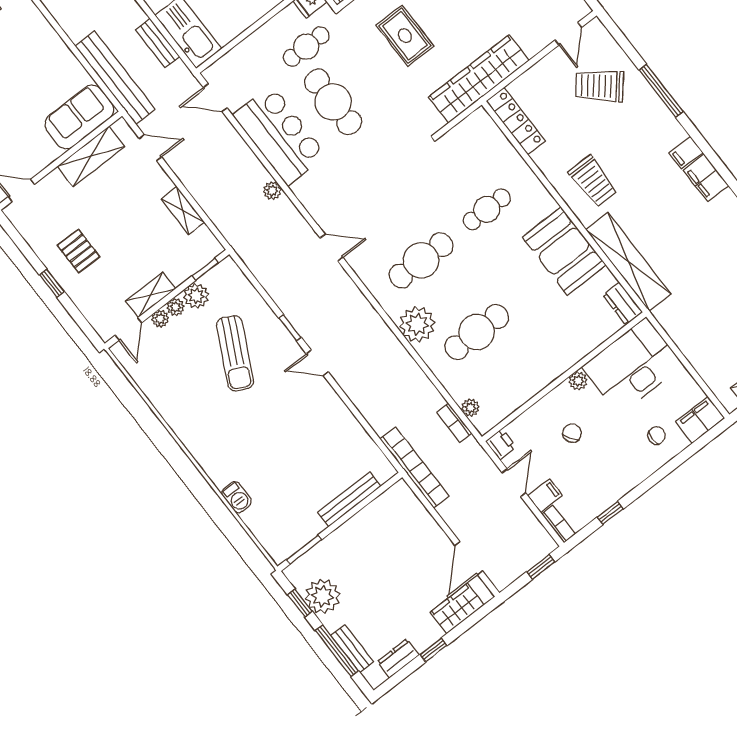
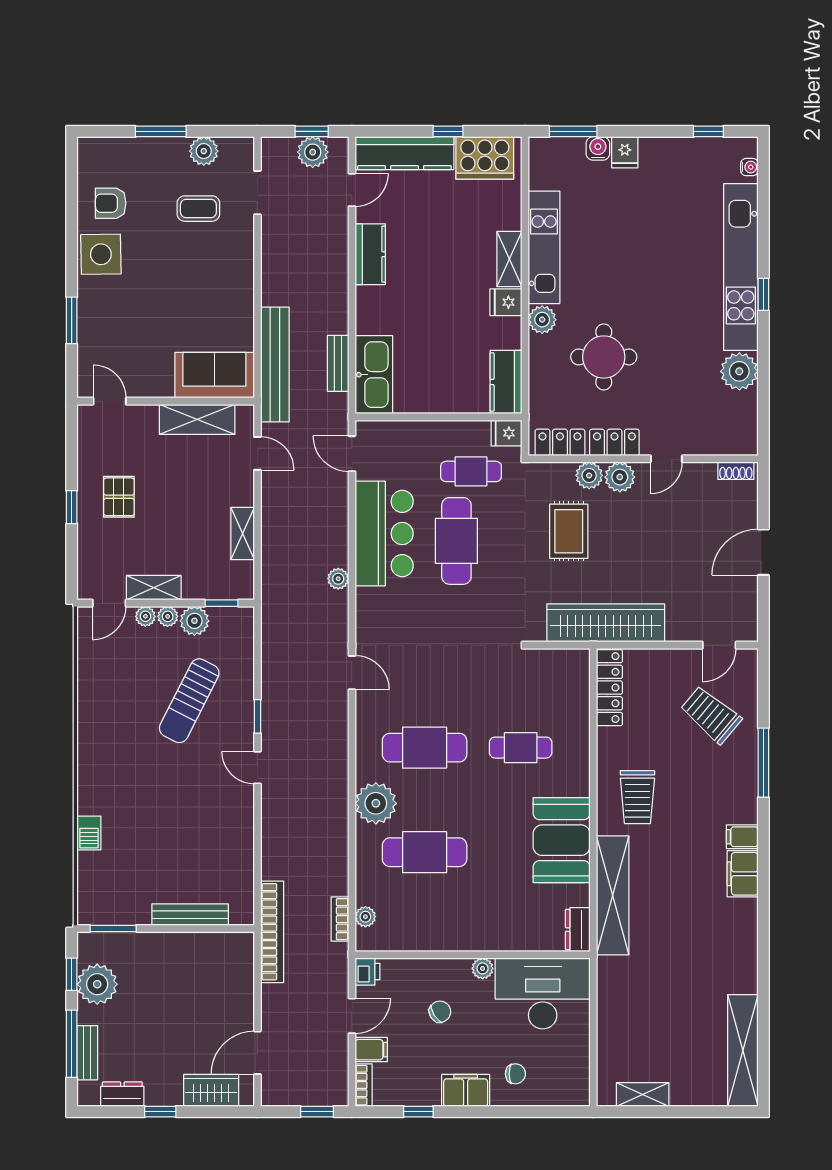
filing cabinet: (700, 420) -> (466, 1090), moved

